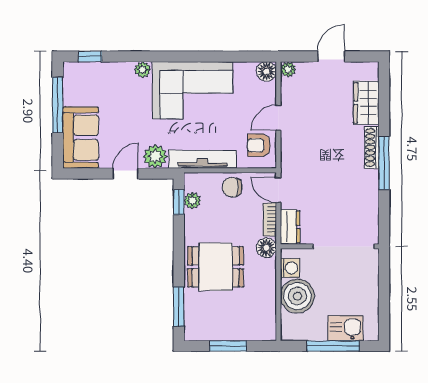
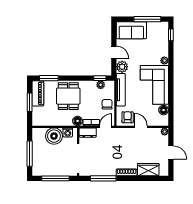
floor lamp: (266, 71) -> (164, 110), moved
window: (384, 163) -> (103, 178), moved
window: (384, 293) -> (55, 178), added
kitchen sink: (346, 328) -> (38, 160), removed
piano: (210, 329) -> (38, 93), added

